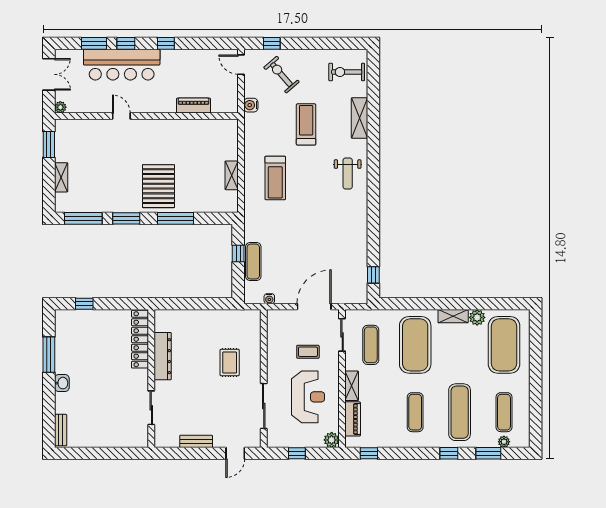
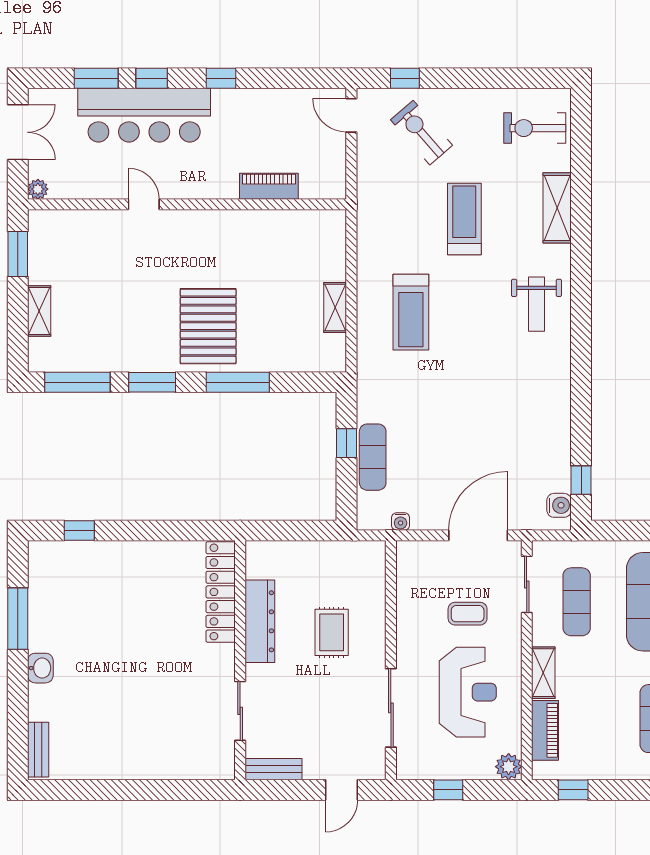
water cooler: (251, 105) -> (559, 505), moved, turned 180
locker: (140, 339) -> (221, 592), moved
dresser: (163, 356) -> (260, 621), moved
wall: (151, 379) -> (240, 660), moved
sliding door: (151, 408) -> (240, 711), moved

